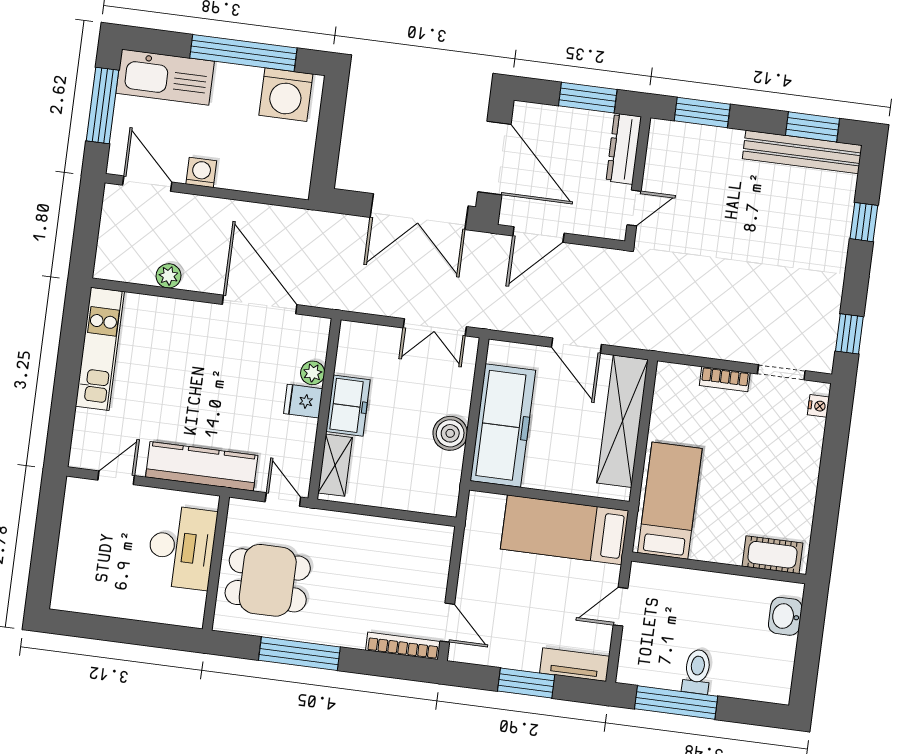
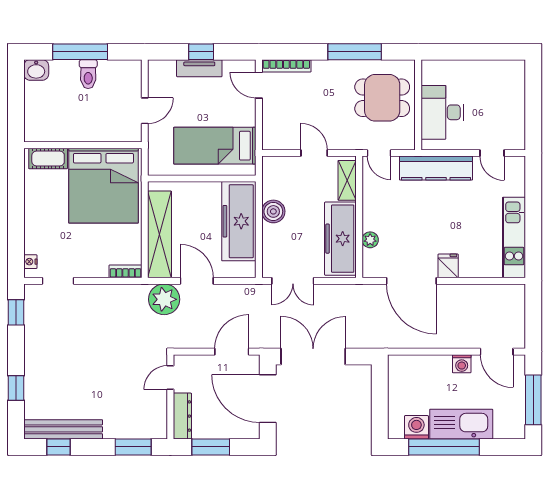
kitchen sink: (165, 77) -> (461, 424), moved
washing machine: (286, 95) -> (416, 427), width x0.73, depth x0.73
window: (812, 127) -> (58, 447), width x0.67
plant: (169, 276) -> (164, 299), moved, width x1.88, depth x1.88
double door: (435, 327) -> (293, 281), swing flipped
bookcase: (725, 379) -> (126, 271), moved
fridge: (303, 401) -> (448, 266), moved, turned -90
freezer: (348, 406) -> (340, 239), width x1.91, depth x1.26
door: (116, 478) -> (492, 153), hinge flipped
bed: (670, 501) -> (103, 186), width x2.04
door: (379, 512) -> (314, 153), added
bed: (565, 530) -> (215, 146), moved, turned 180
washbasin: (785, 616) -> (36, 70), moved, turned 90
tv unit: (575, 665) -> (199, 68), moved
window: (526, 683) -> (201, 52), width x0.67
window: (676, 703) -> (80, 52), moved

